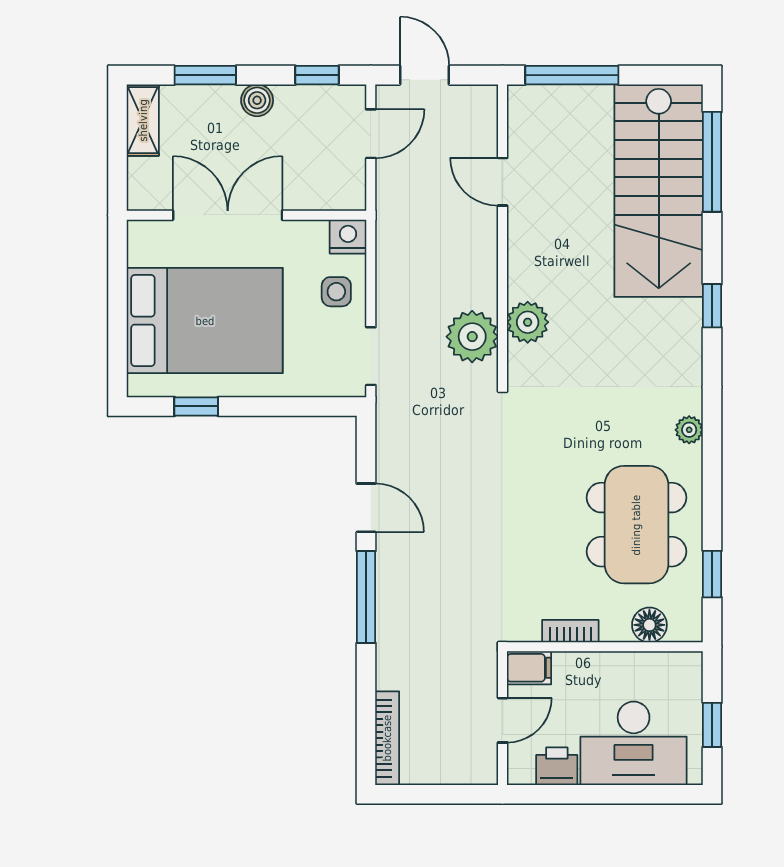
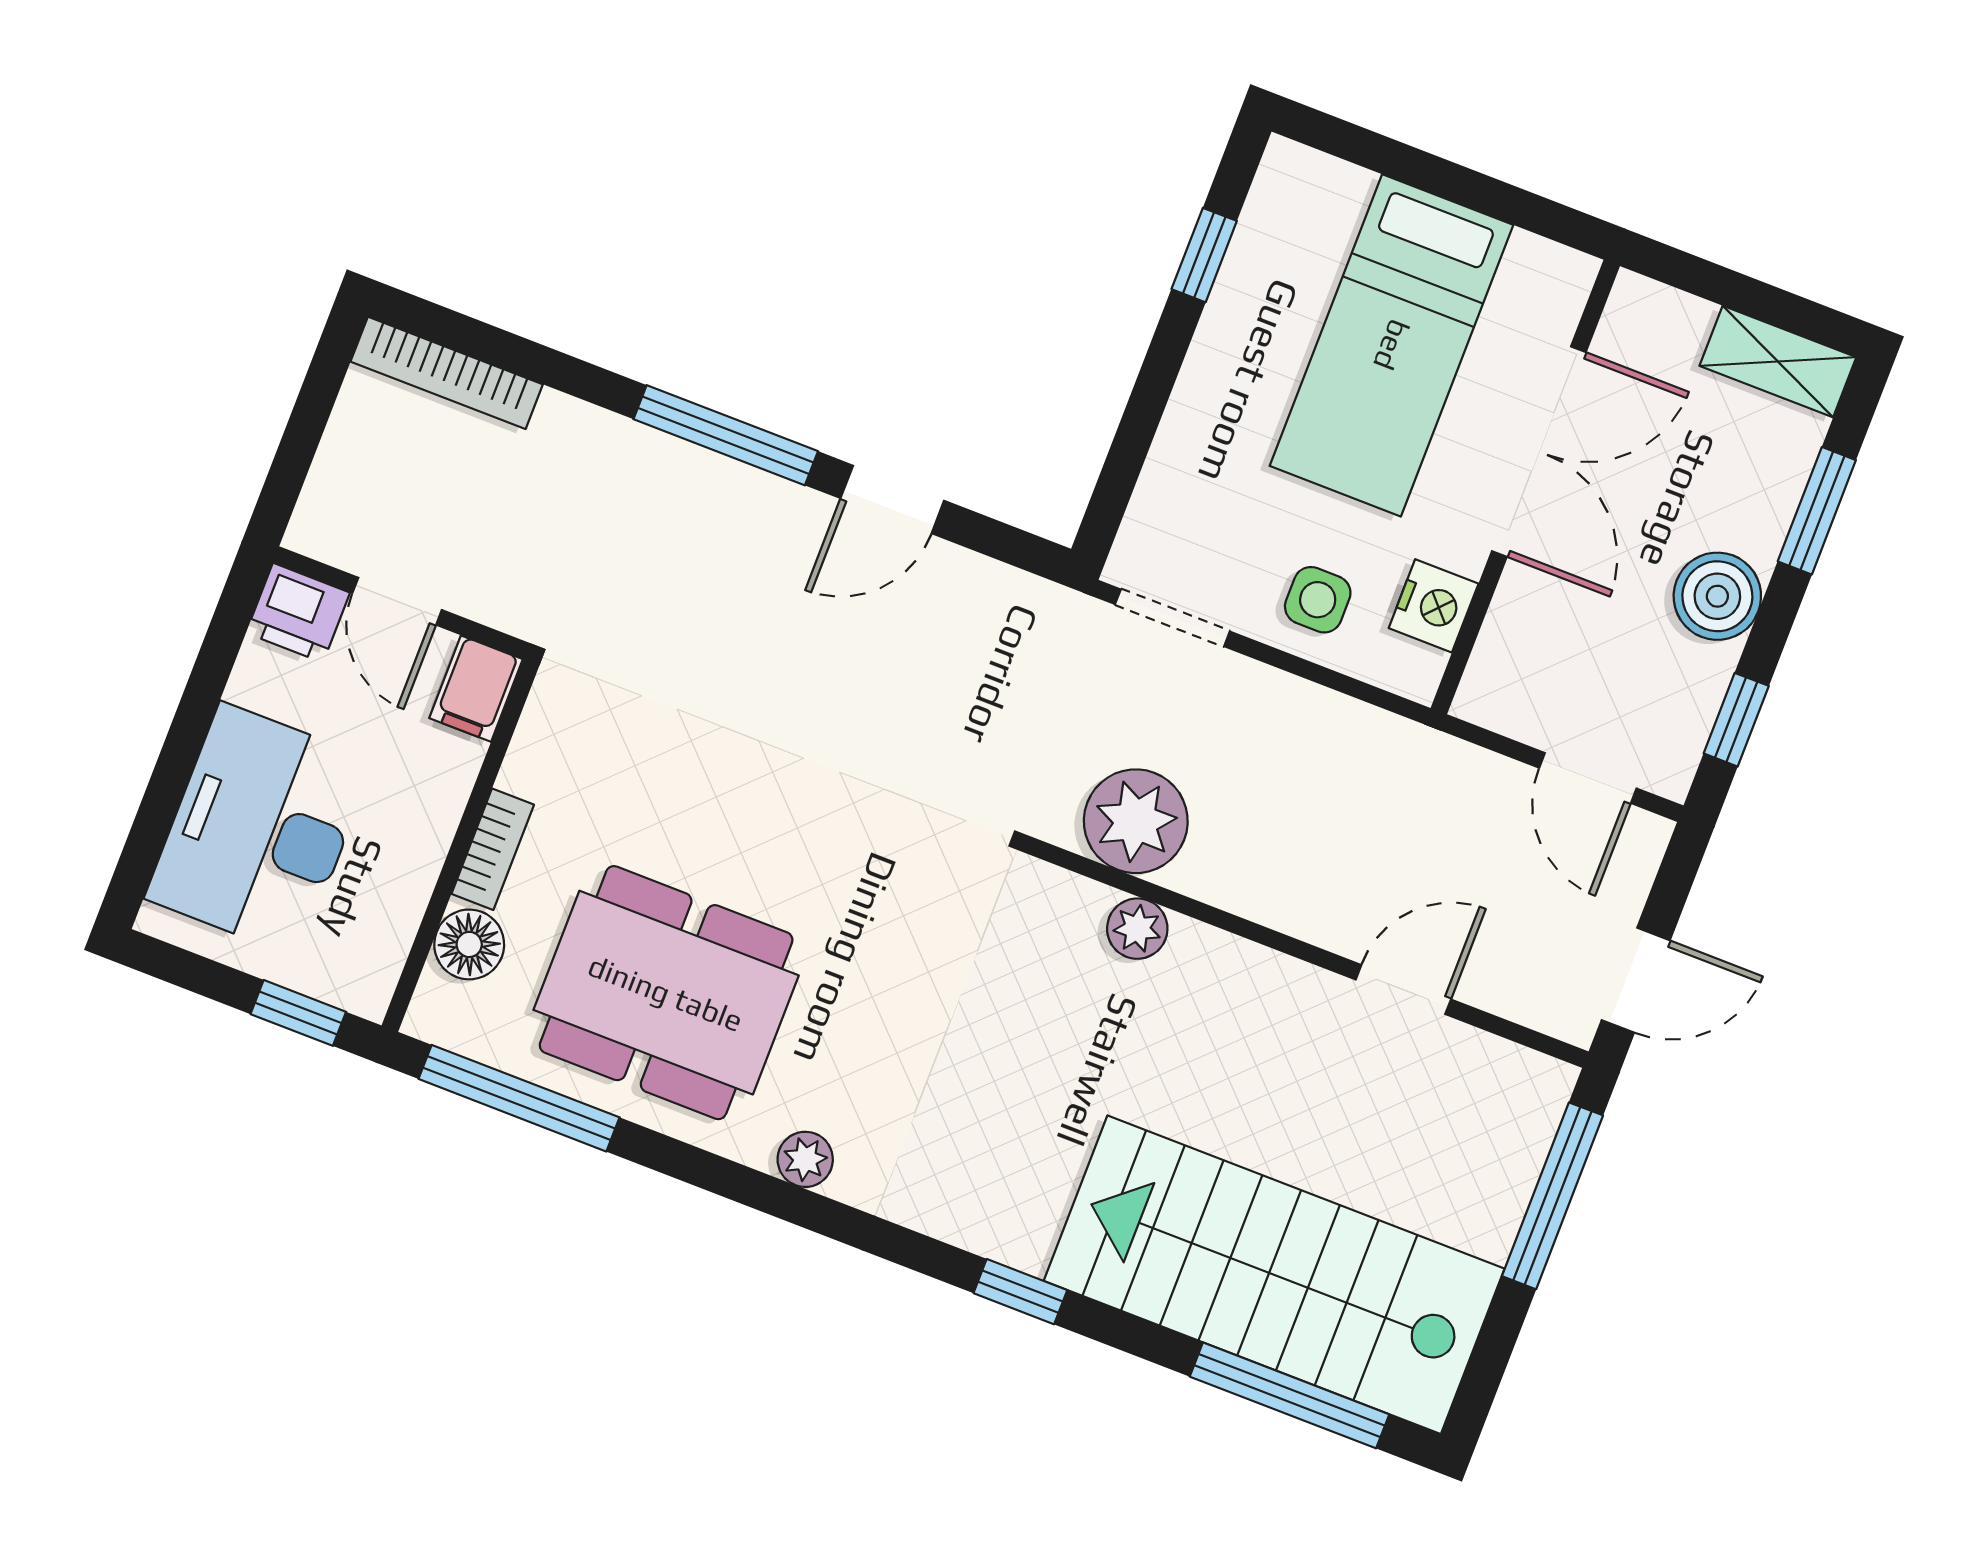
door: (425, 75) -> (1636, 980), moved
boiler: (257, 100) -> (1717, 596), width x1.36, depth x1.36
nightstand: (348, 237) -> (1434, 606), moved
bed: (205, 321) -> (1392, 345), width x0.67
plant: (528, 322) -> (1137, 929), width x0.73, depth x0.73
window: (712, 574) -> (519, 1098), width x2.17
bookcase: (570, 631) -> (493, 849), moved
window: (712, 725) -> (298, 1013), moved
printer: (557, 766) -> (298, 613), moved, turned 90

